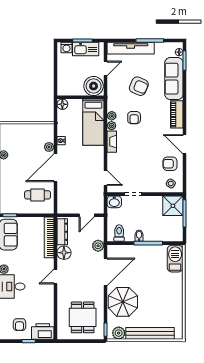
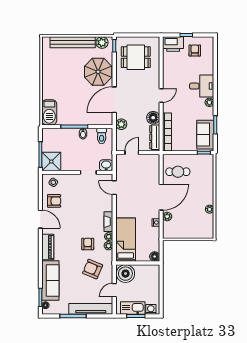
armchair: (139, 86) -> (93, 269), moved
dining table: (83, 317) -> (136, 57), turned 90

